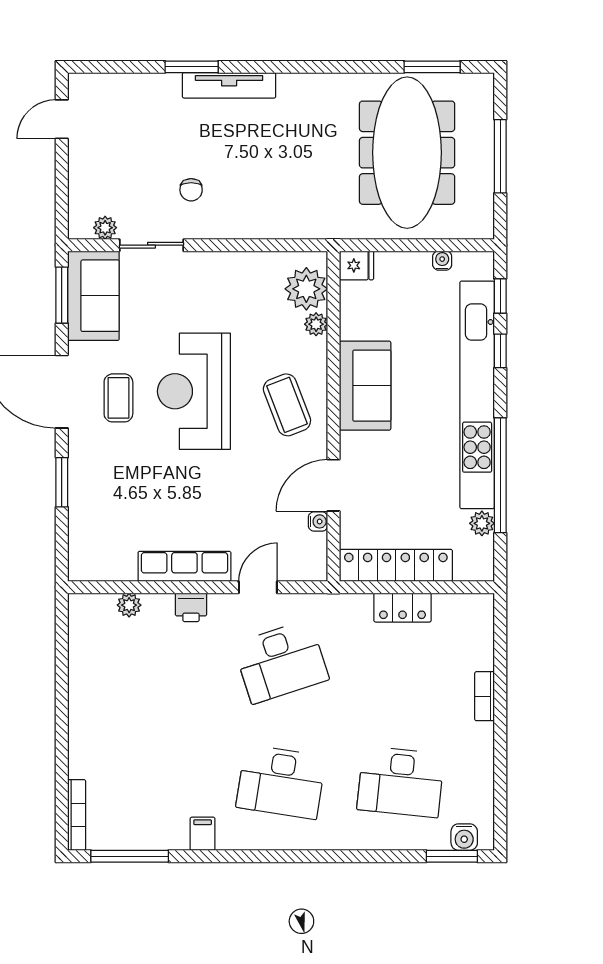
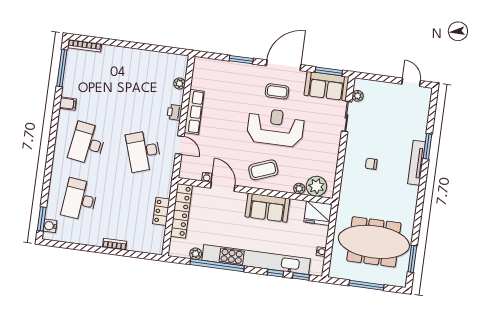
chair: (191, 190) -> (371, 164), moved
fridge: (357, 265) -> (318, 213), width x1.88, depth x1.34

